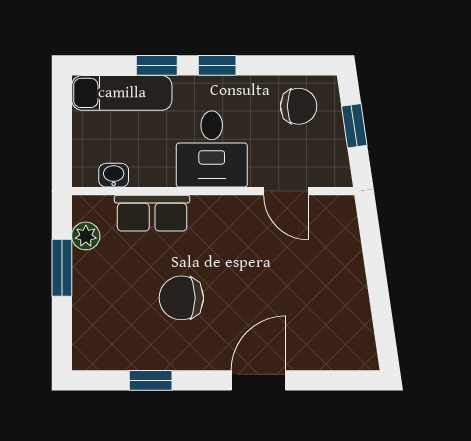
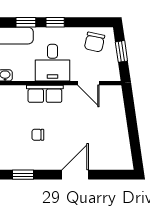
chair: (299, 106) -> (95, 42), turned 102
row of seats: (152, 213) -> (45, 94), moved
chair: (181, 298) -> (38, 135), width x0.54, depth x0.54

